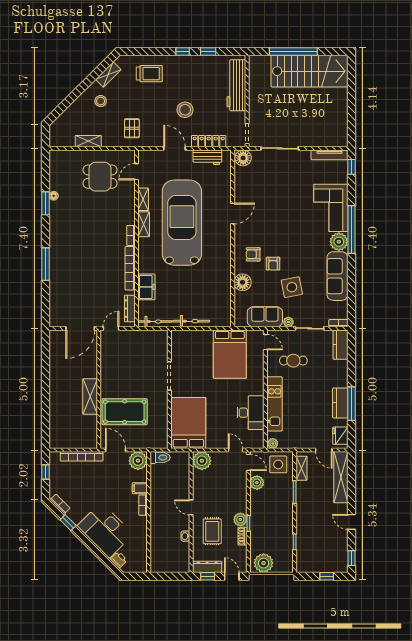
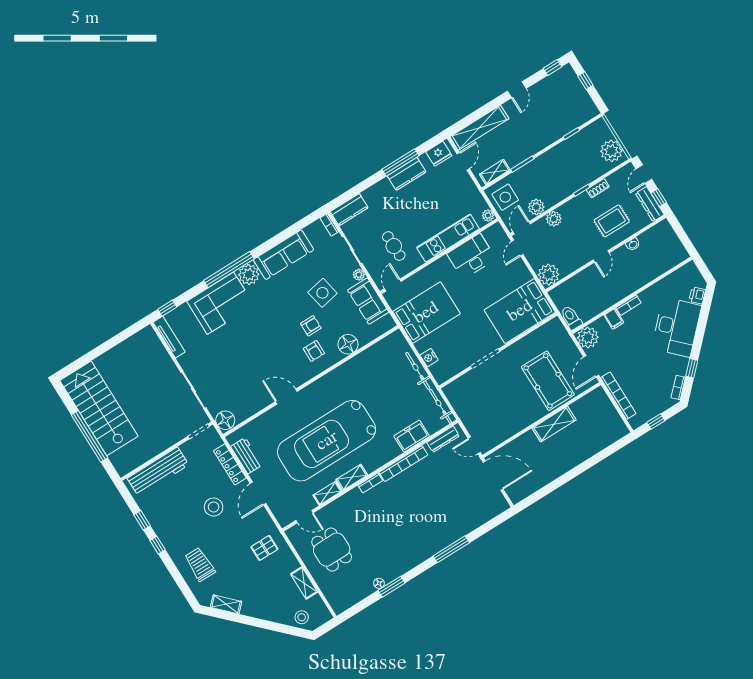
stool: (101, 101) -> (302, 617), moved
nightstand: (196, 335) -> (429, 358), added
plant: (240, 520) -> (554, 219), moved

